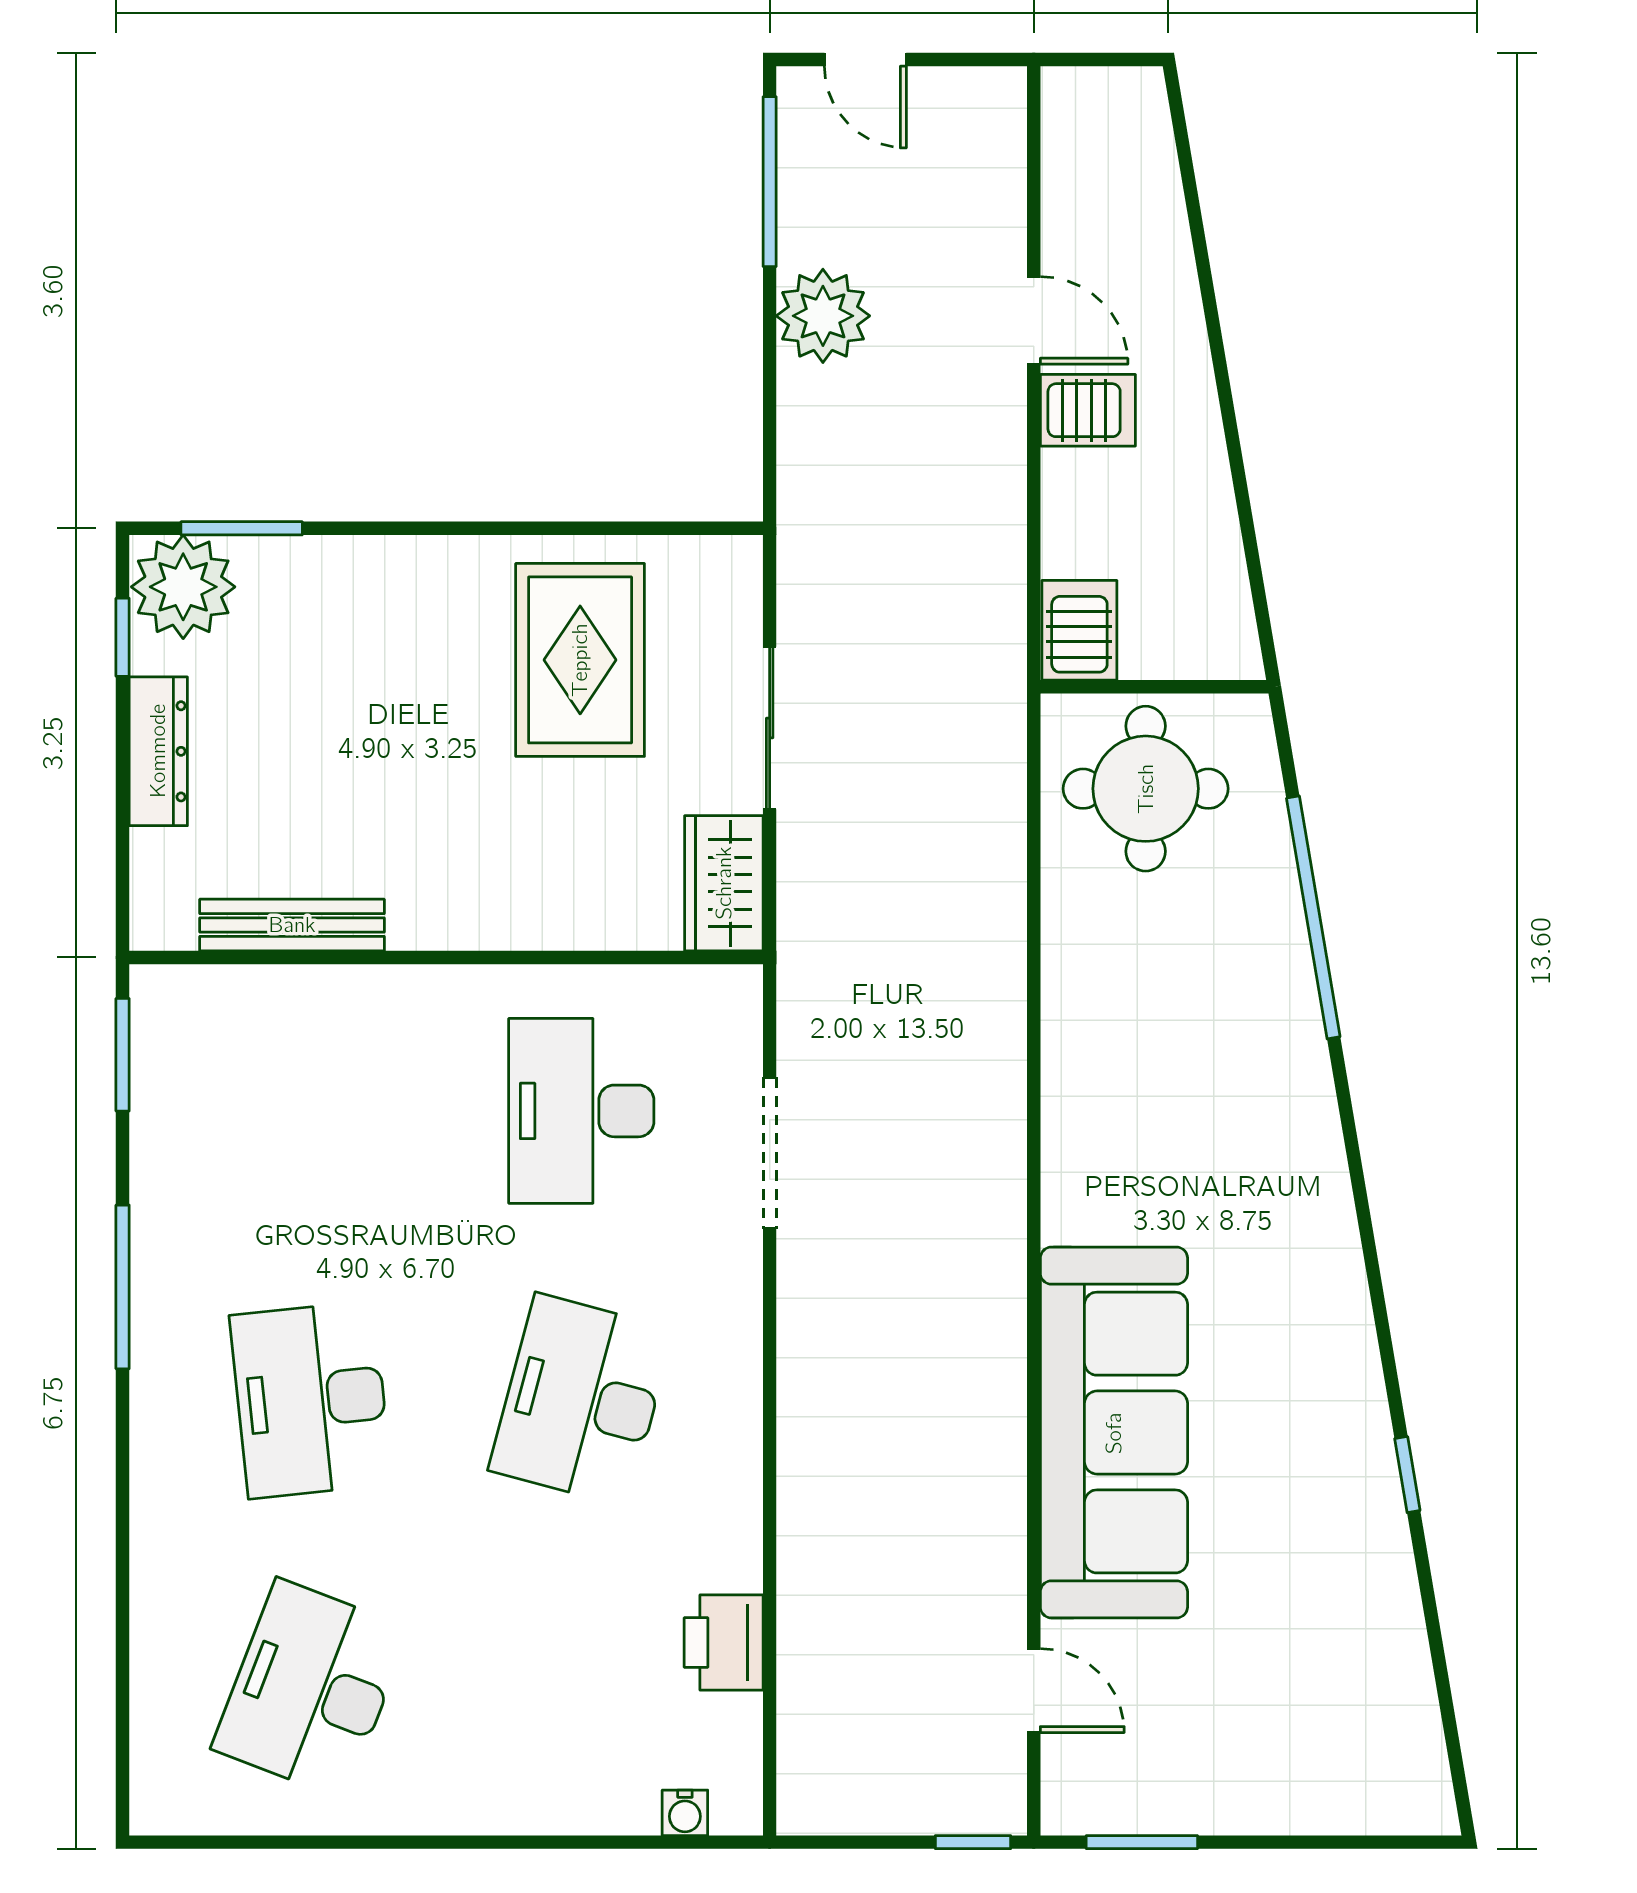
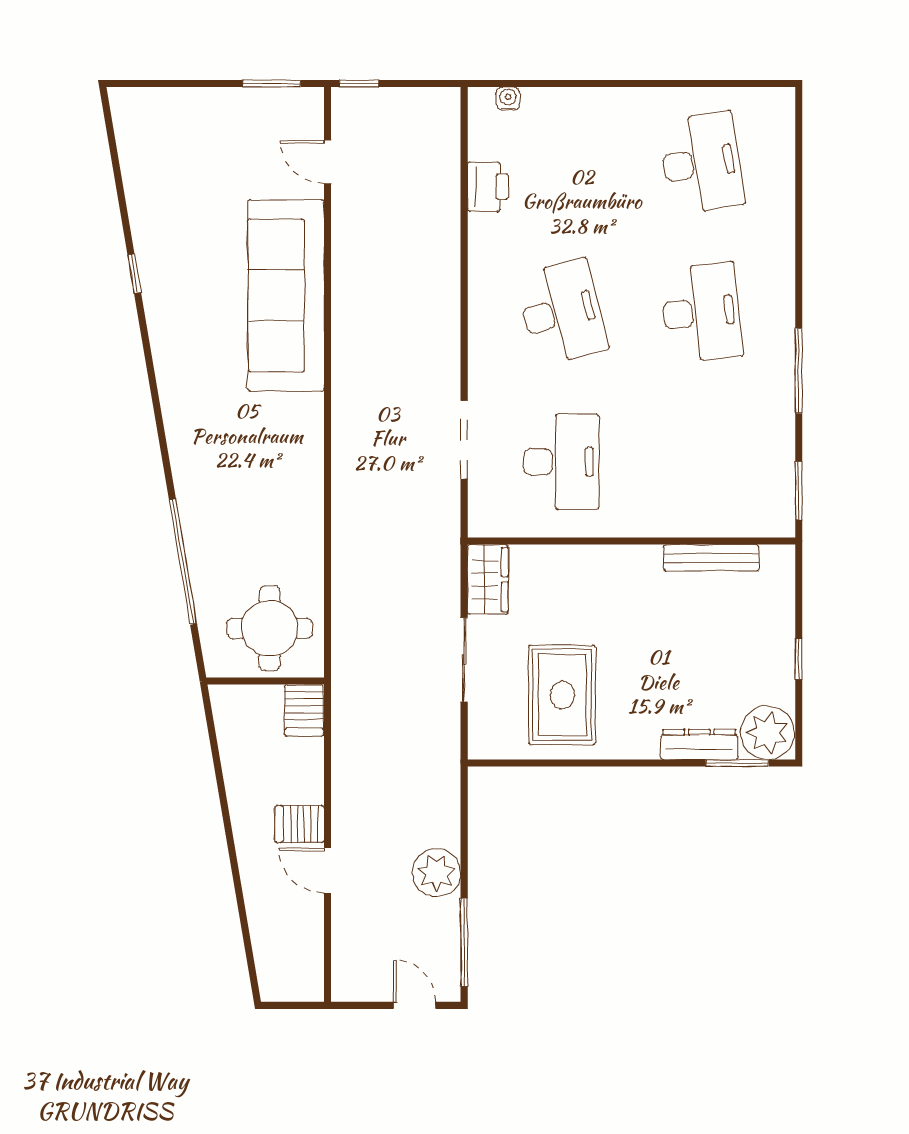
window: (123, 637) -> (799, 659), moved
dresser: (158, 751) -> (699, 745), moved, turned 90
desk: (581, 1400) -> (561, 312), turned -30
desk: (311, 1689) -> (701, 163), turned -30

